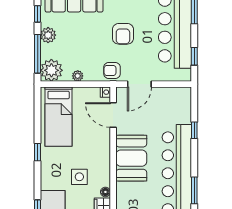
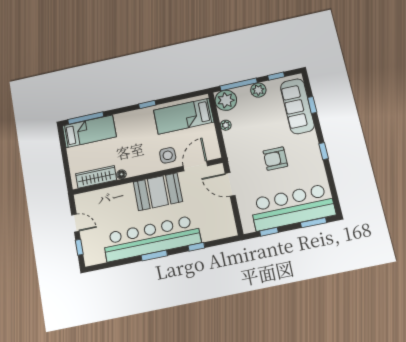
armchair: (112, 70) -> (238, 156), removed
nightstand: (105, 92) -> (216, 154), removed
side table: (79, 177) -> (168, 155), moved
window: (194, 190) -> (154, 255), moved

